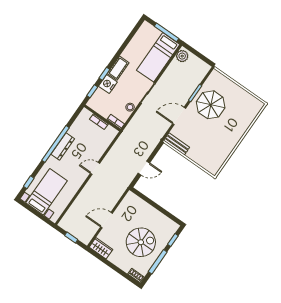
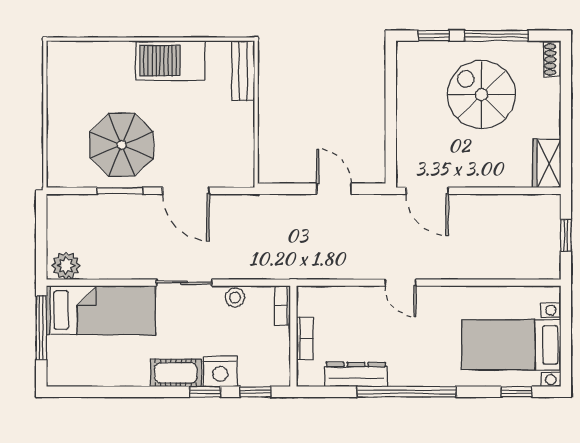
barbecue: (228, 142) -> (170, 61), added
bench: (177, 144) -> (243, 71), moved
dresser: (63, 146) -> (356, 375), moved
door: (106, 220) -> (427, 191), moved

